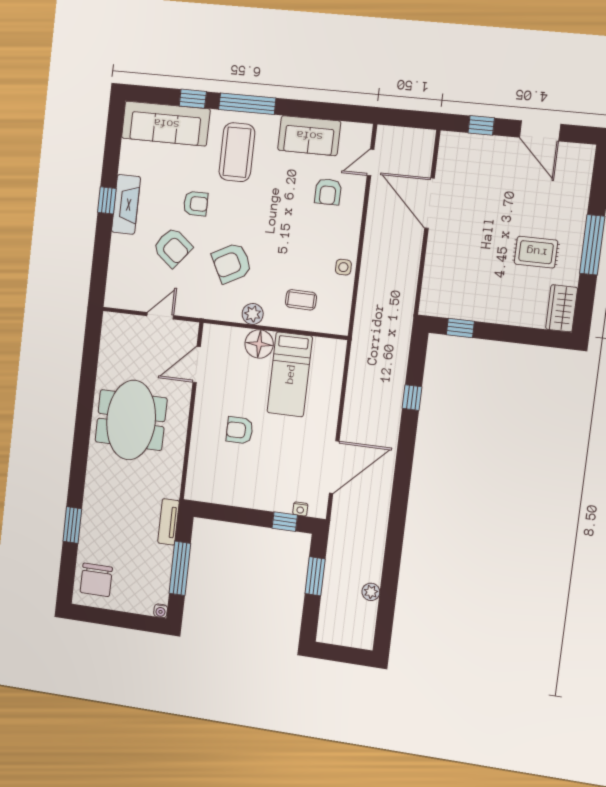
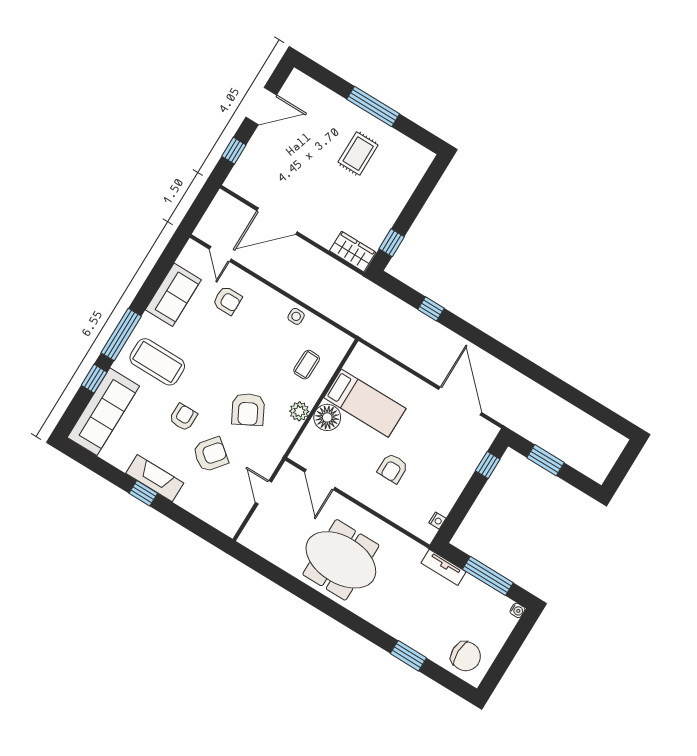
wardrobe: (562, 308) -> (353, 252), moved, turned 180
nightstand: (300, 509) -> (437, 521), moved
plant: (371, 592) -> (579, 418), removed

